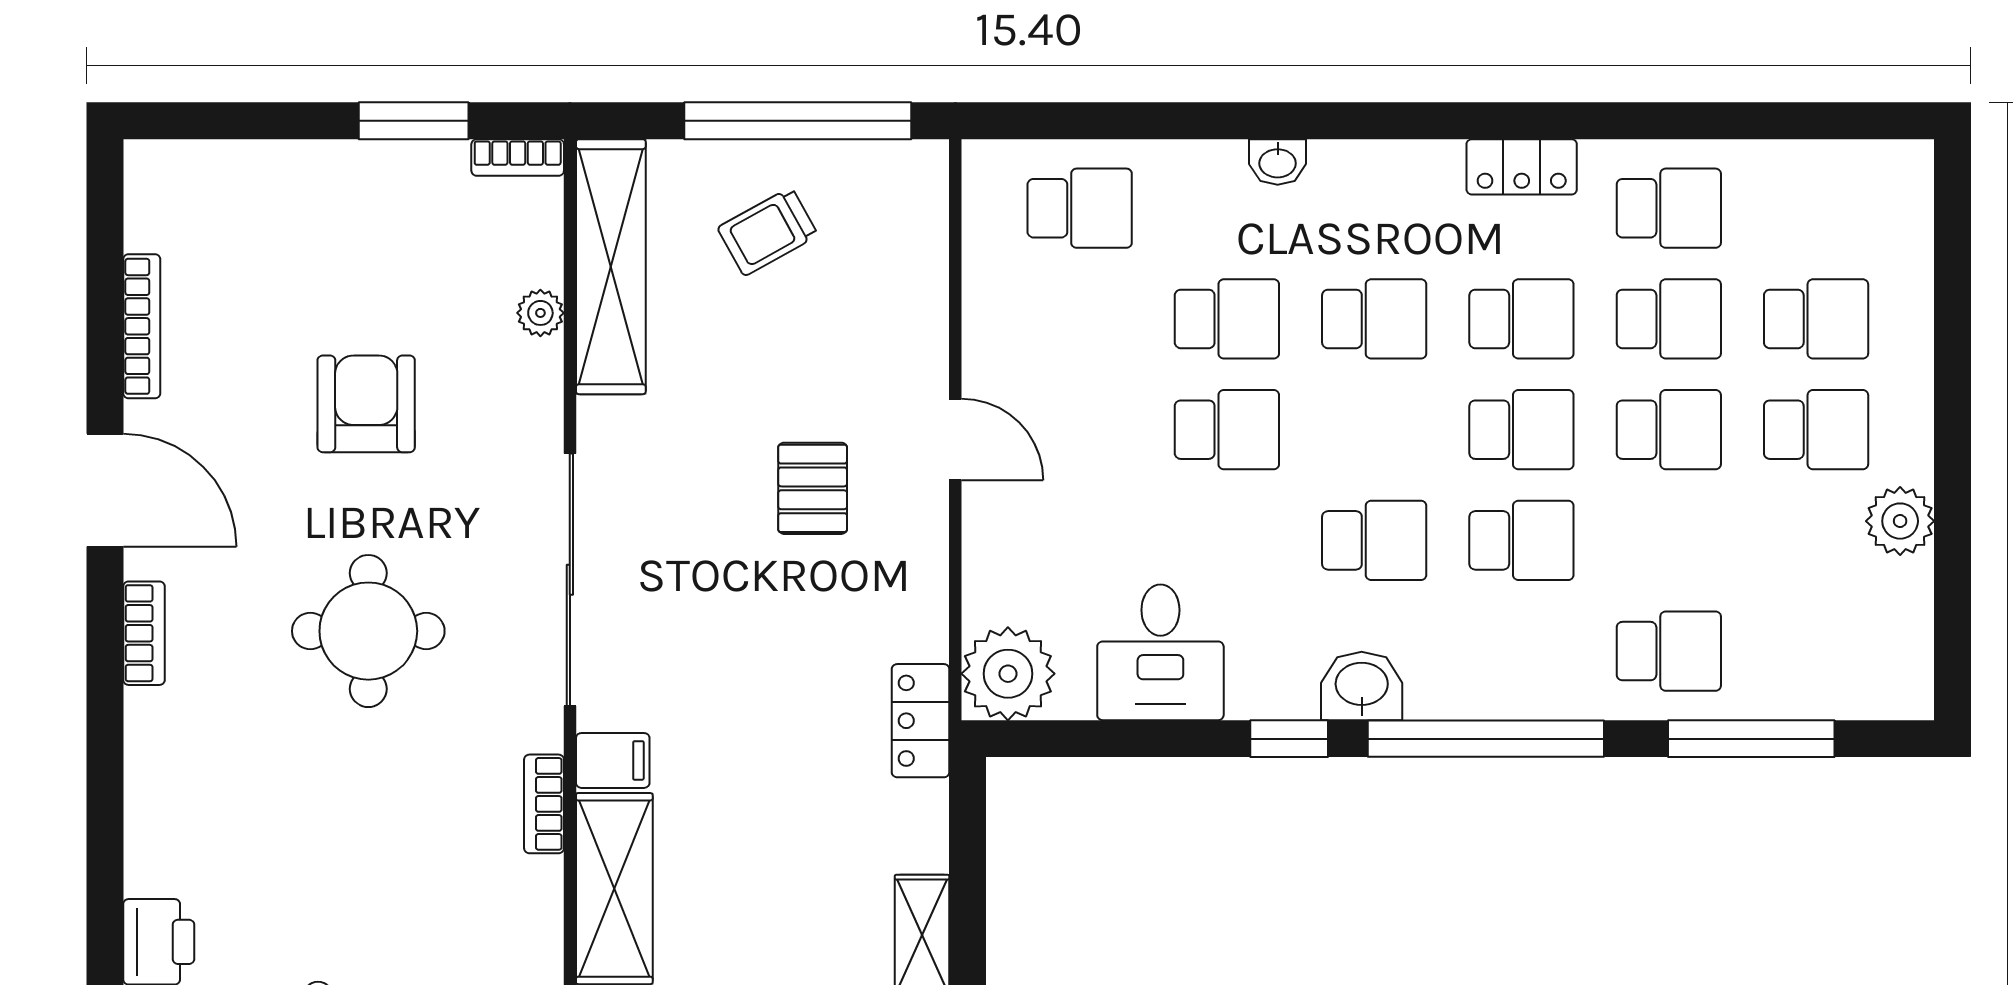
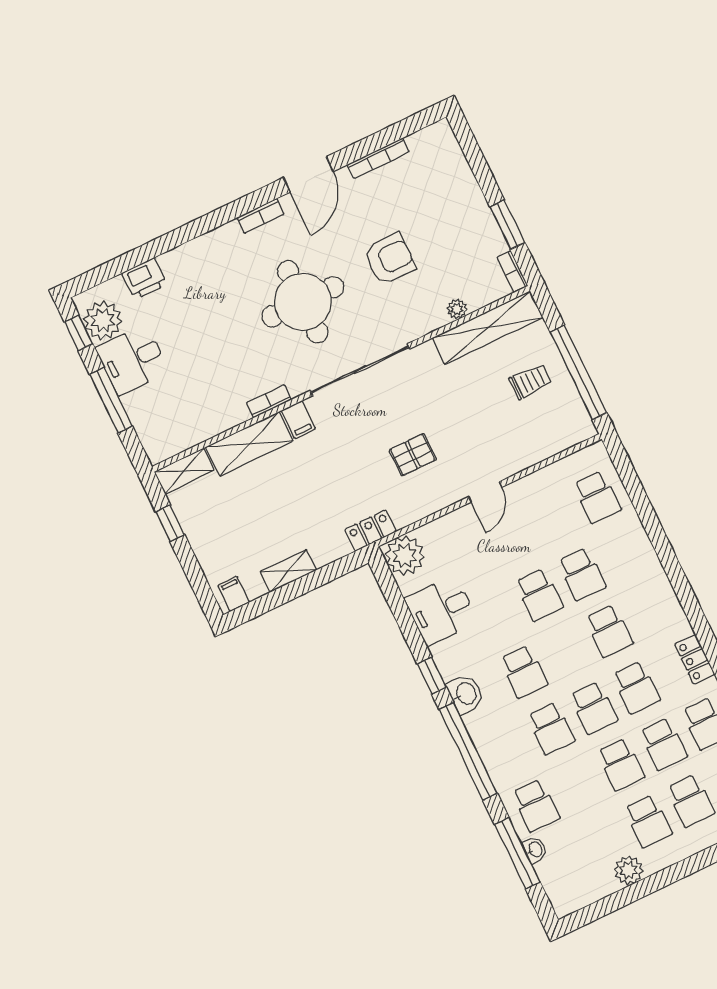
washbasin: (1278, 162) -> (535, 850), moved, turned 180
trolley: (768, 232) -> (530, 381), turned 119
pallet: (813, 488) -> (413, 455), moved
round table: (368, 631) -> (303, 302), width x1.36, depth x1.36

